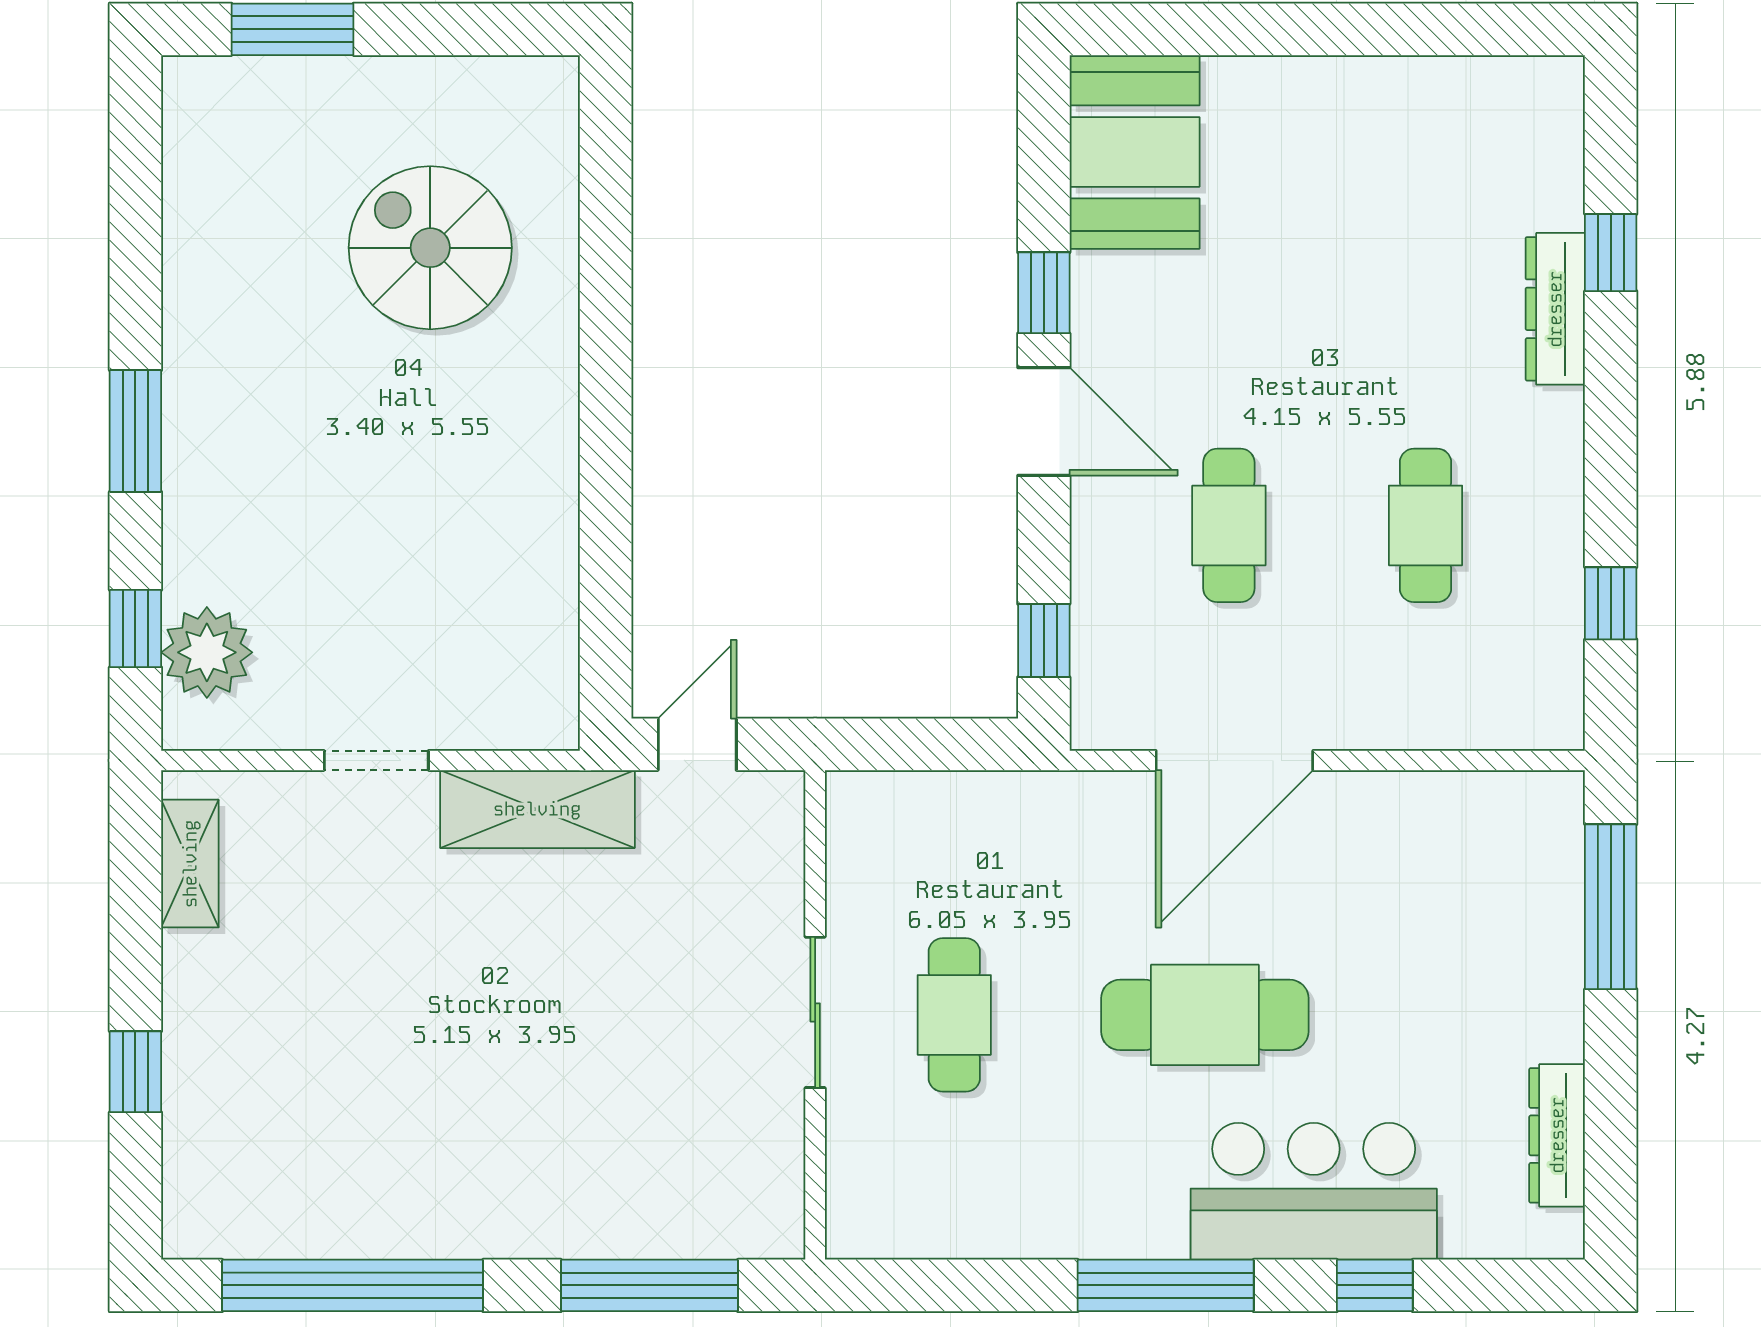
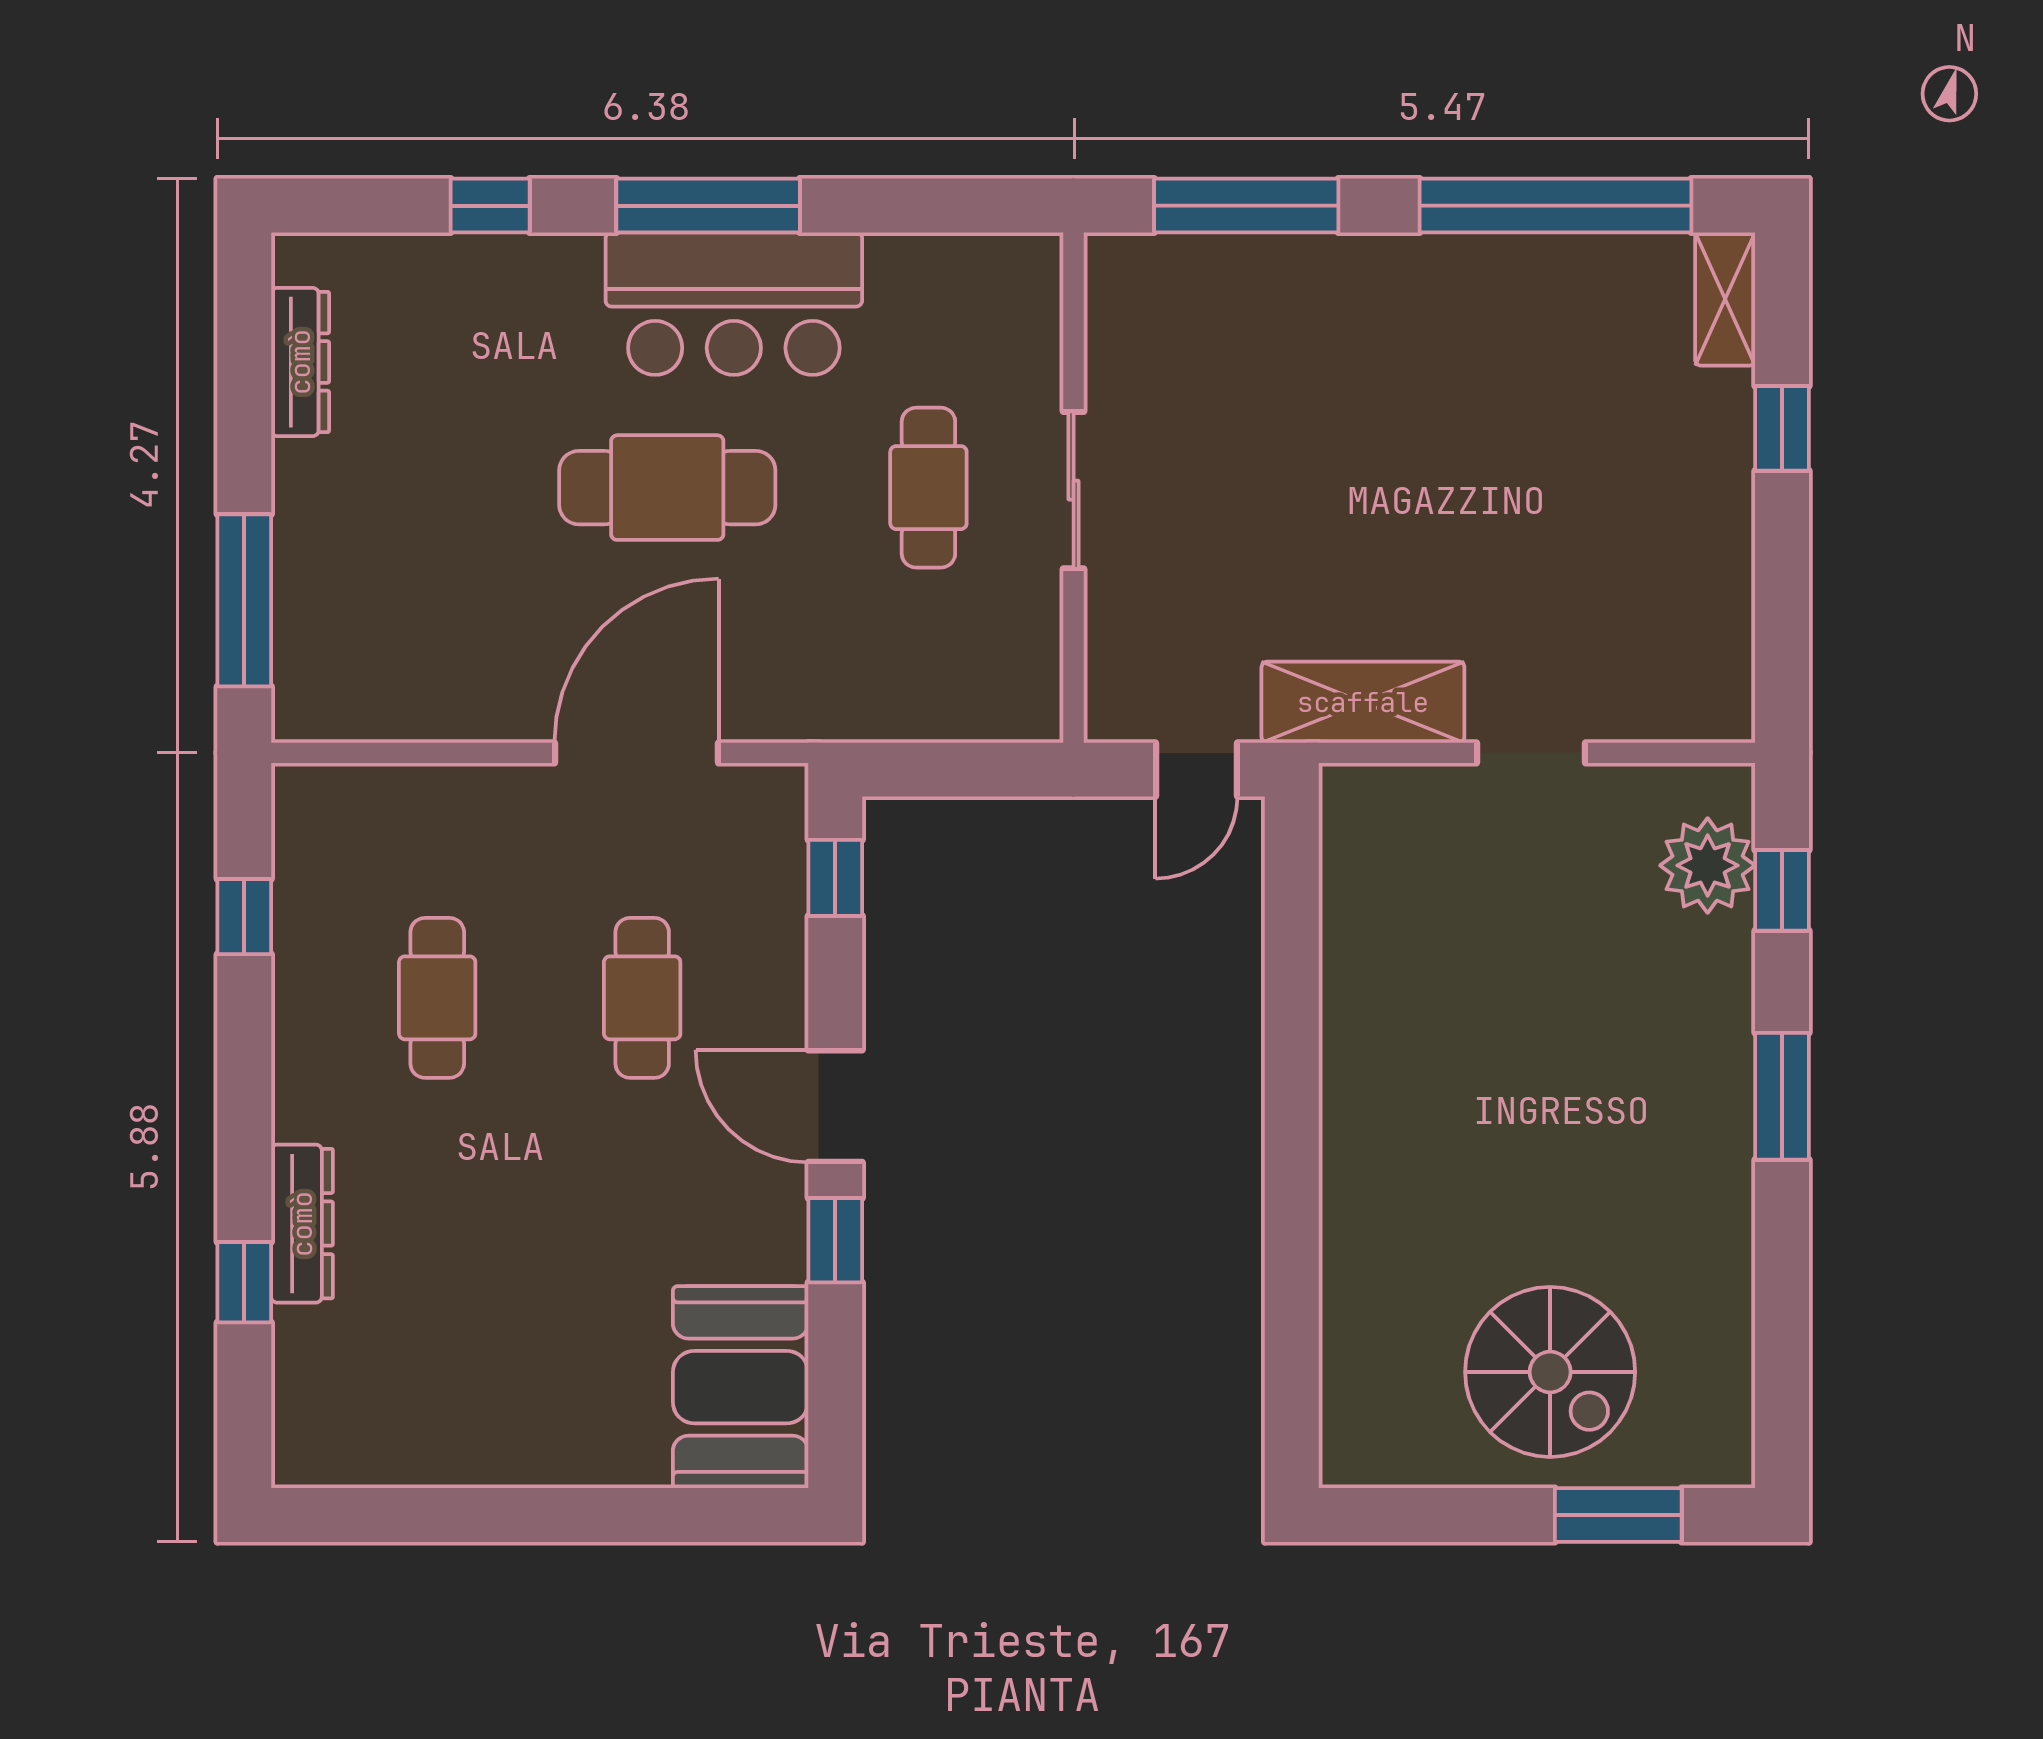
spiral stairs: (430, 248) -> (1550, 1372), moved
shelving: (190, 864) -> (1725, 299), moved
bar counter: (1314, 1191) -> (734, 304), moved

